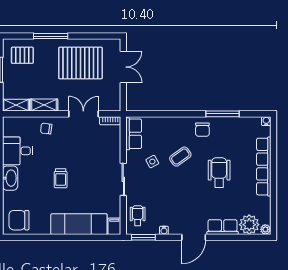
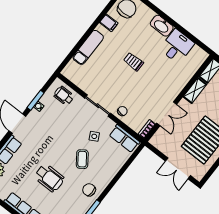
chair: (46, 129) -> (122, 111), moved
wheelchair: (138, 216) -> (64, 96), turned 180
exam couch: (79, 224) -> (88, 47), width x0.73, depth x0.69
filing cabinet: (114, 226) -> (109, 23), moved
window: (143, 237) -> (36, 100), moved

